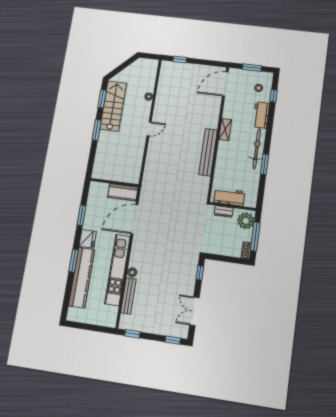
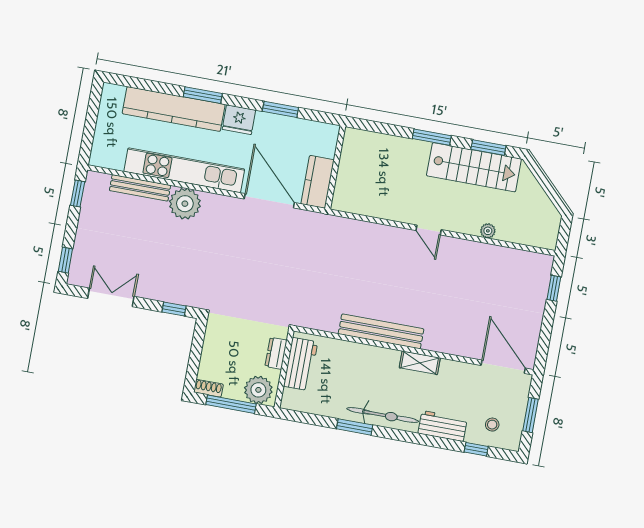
plant: (132, 272) -> (185, 204), width x1.88, depth x1.88

